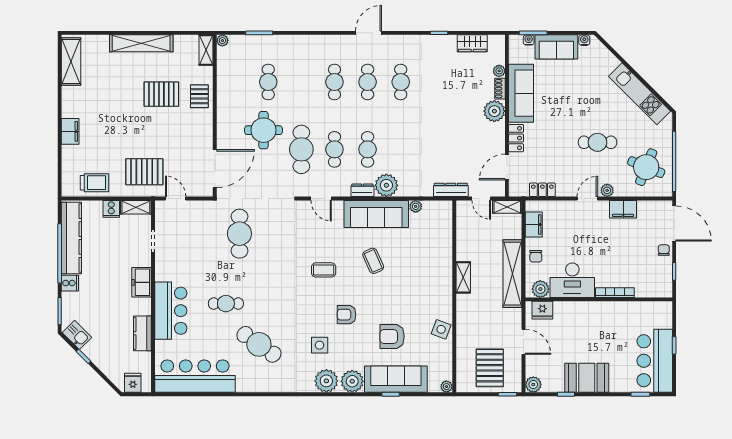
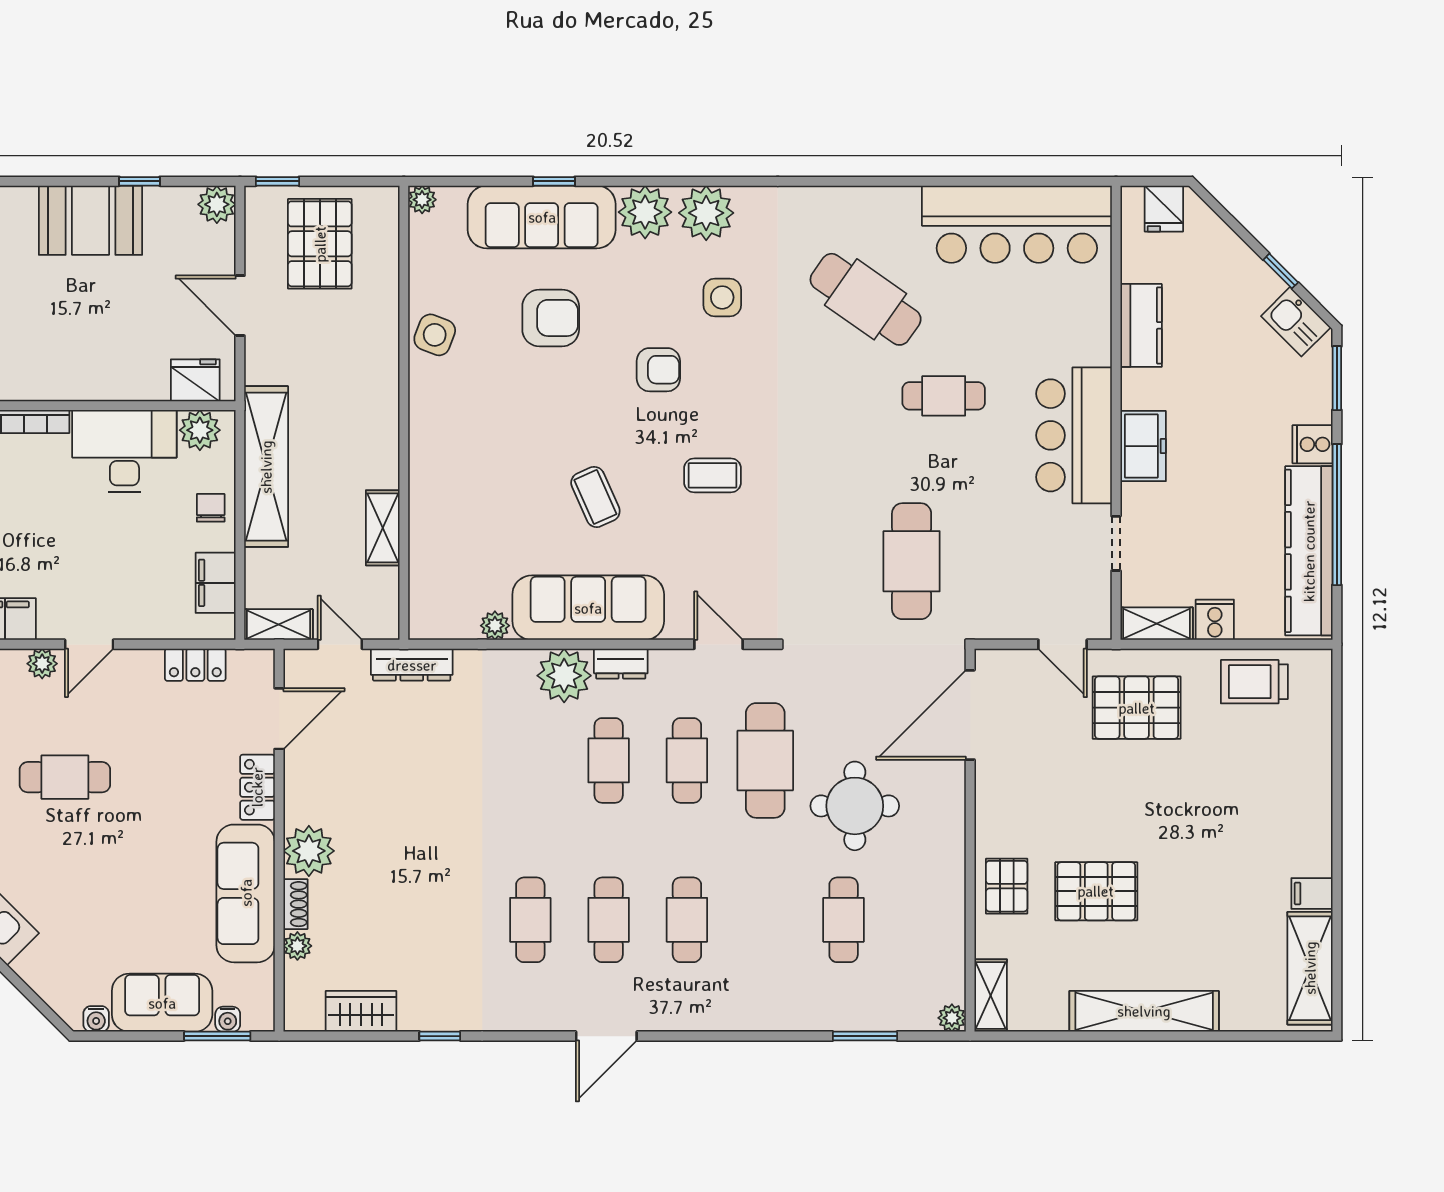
filing cabinet: (70, 131) -> (1312, 893), moved, width x0.50
shelving: (463, 277) -> (383, 528), moved
bar counter: (171, 311) -> (1074, 435), moved

